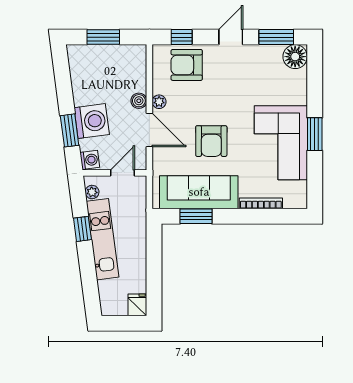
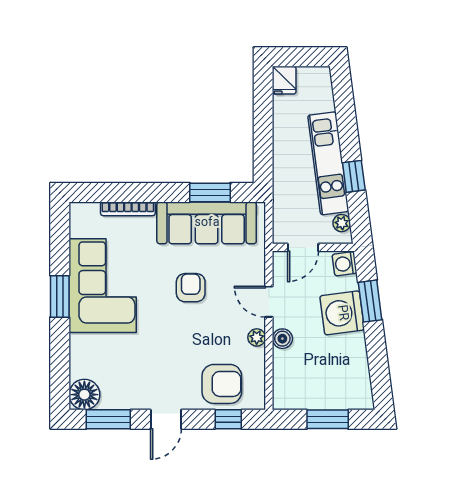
door: (149, 130) -> (269, 302), width x0.73
armchair: (211, 141) -> (191, 288), width x0.72, depth x0.72

